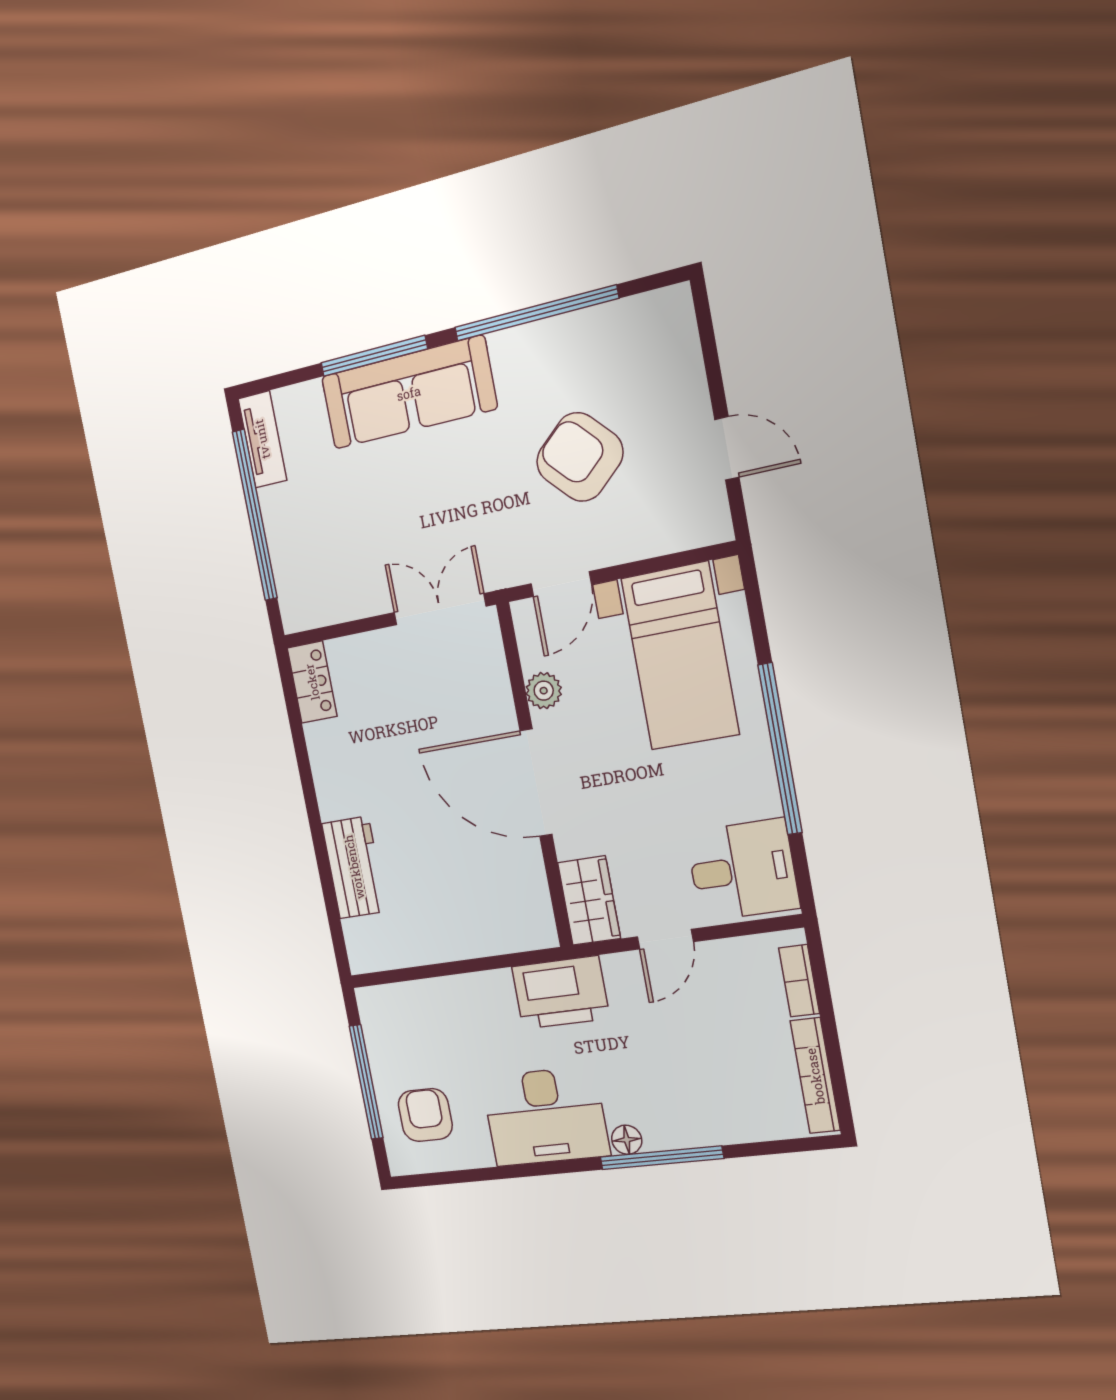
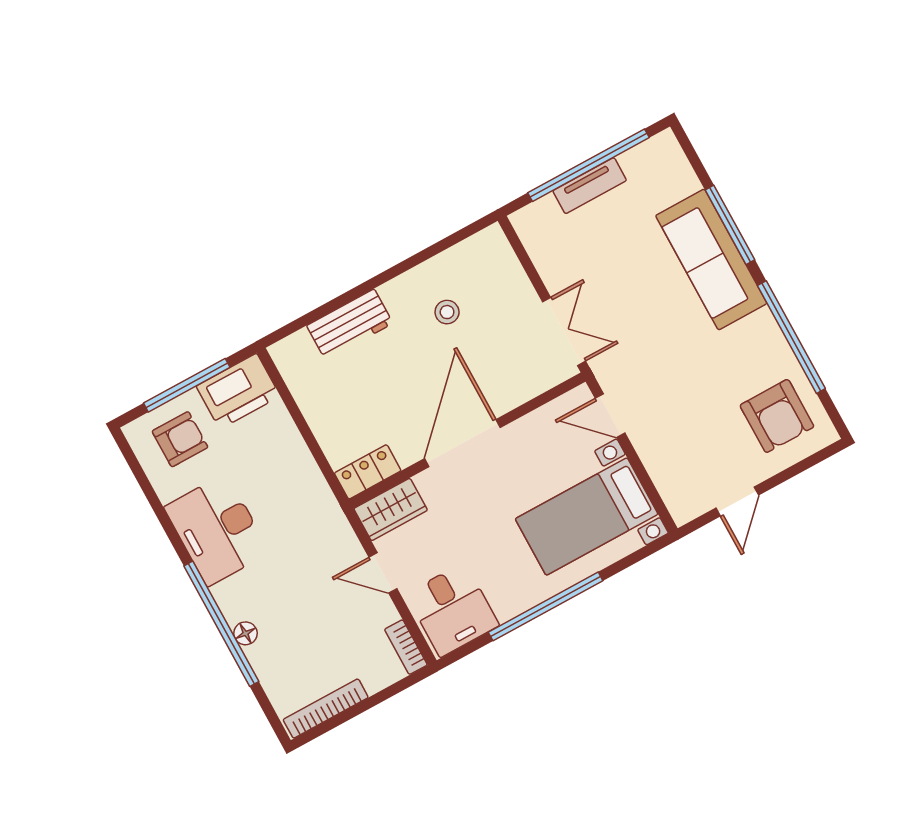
tv unit: (262, 439) -> (590, 186), moved
armchair: (580, 457) -> (777, 416), moved, turned 133
locker: (312, 682) -> (368, 472), moved, turned 180
plant: (544, 691) -> (531, 427), removed
stool: (374, 746) -> (447, 312), added
bookcase: (799, 981) -> (406, 647), moved, turned -90
printer: (561, 993) -> (238, 391), moved, turned -90
floor lamp: (627, 1140) -> (245, 633), moved
window: (661, 1158) -> (221, 624), width x1.46

